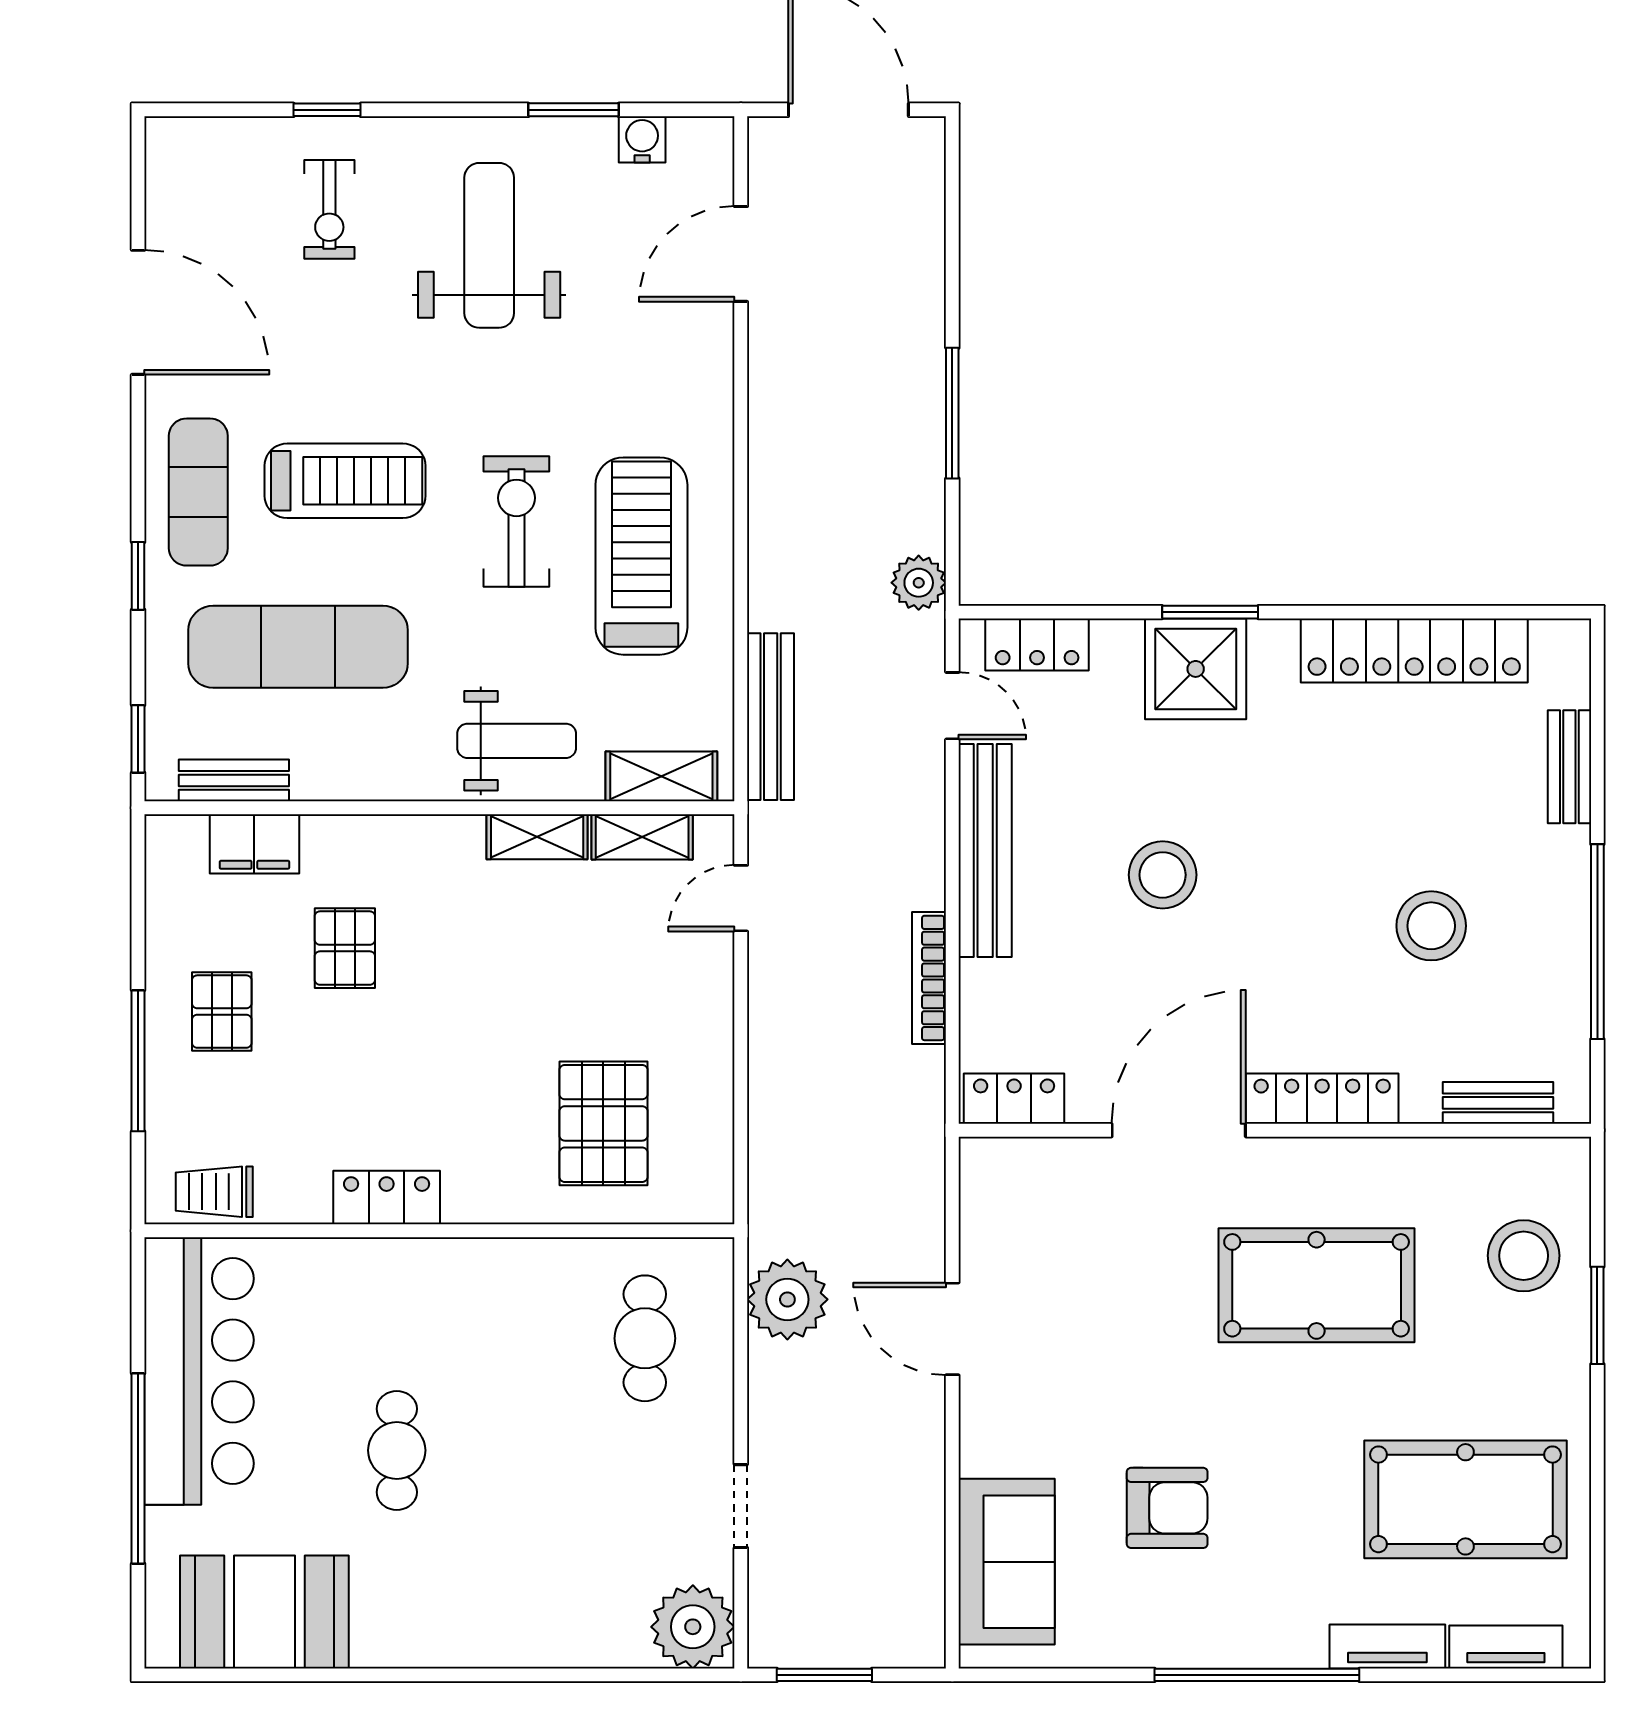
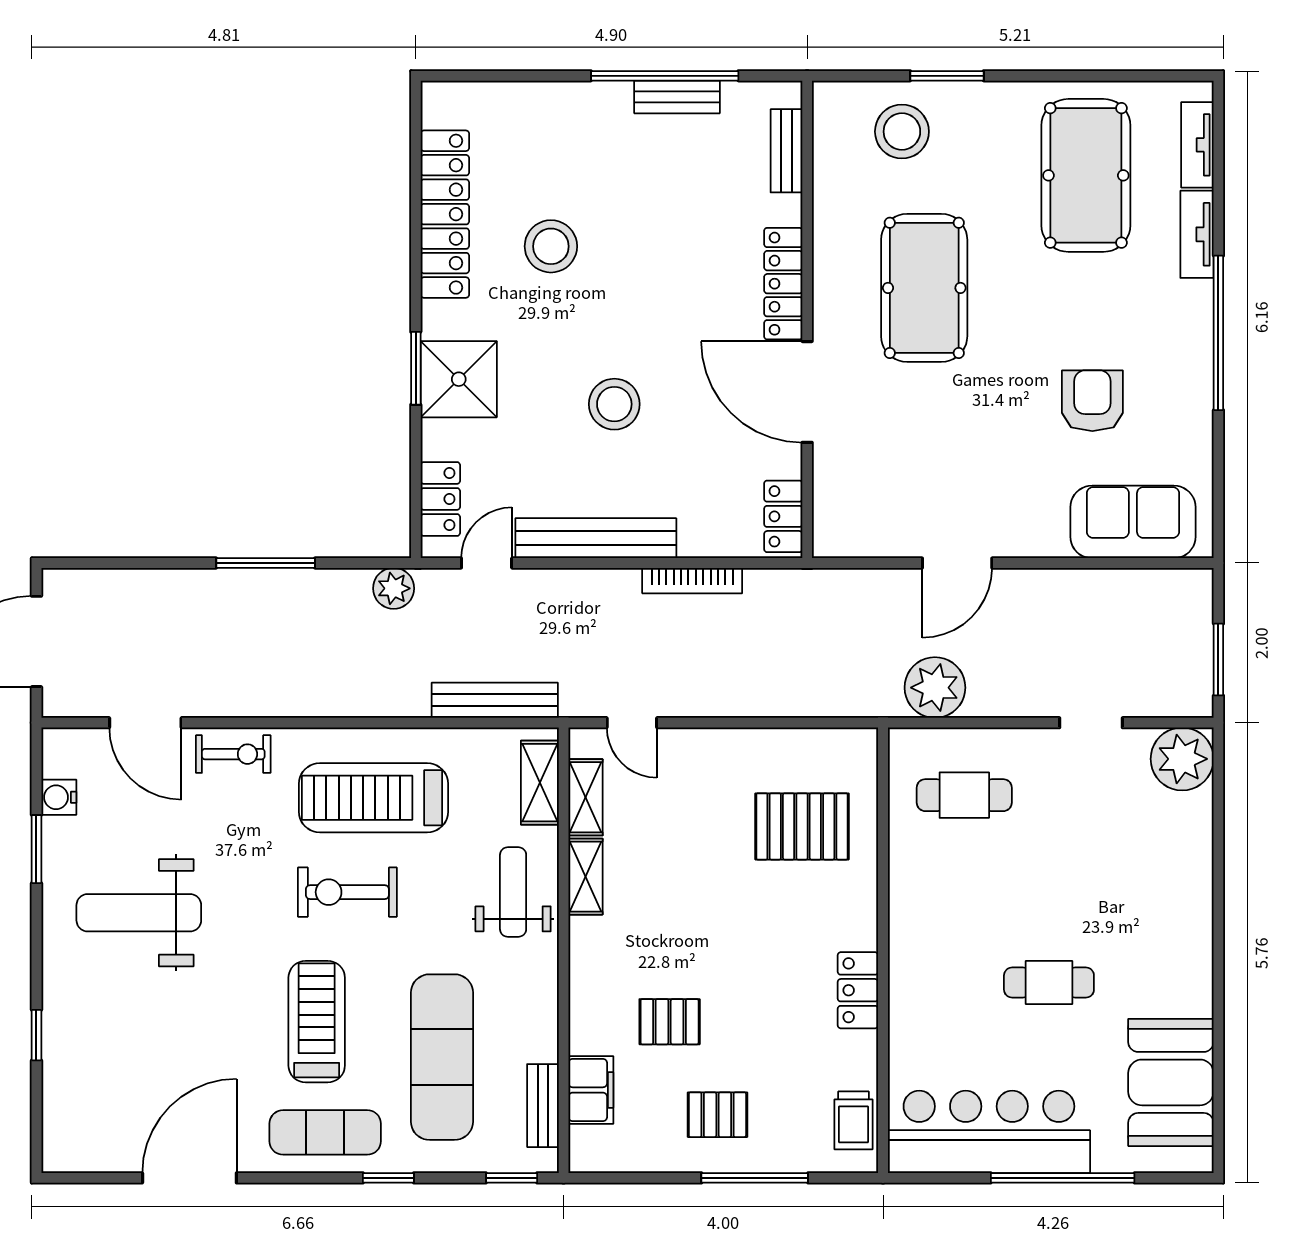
exercise bike: (329, 209) -> (233, 754), moved
bench: (1569, 767) -> (677, 97), moved
stool: (1431, 926) -> (551, 246), moved

